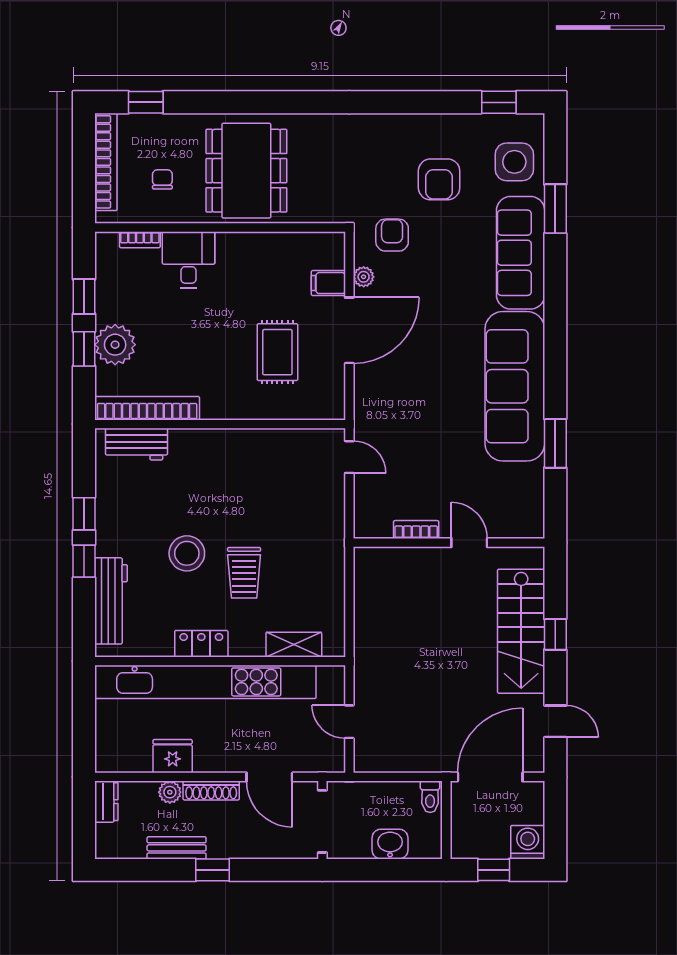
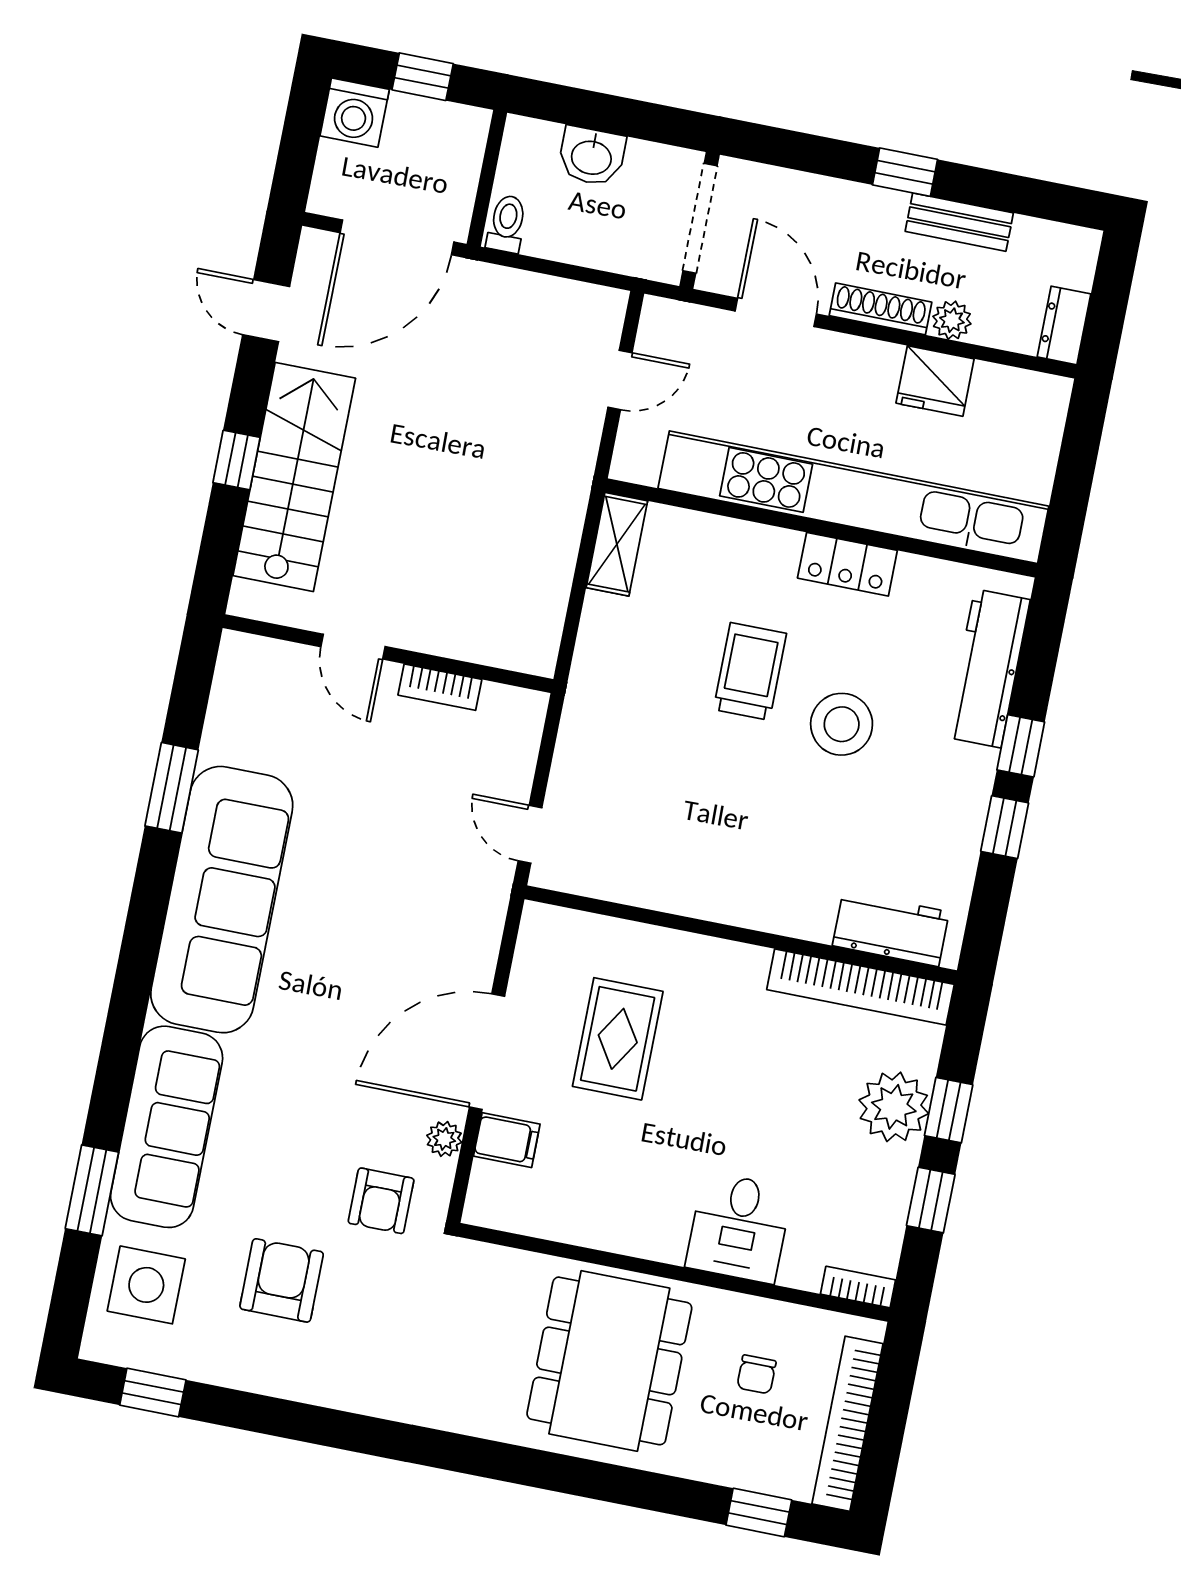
bookcase: (140, 240) -> (858, 1287), moved
shelving: (294, 645) -> (617, 544), moved, turned 90
door: (349, 722) -> (620, 380), hinge flipped

